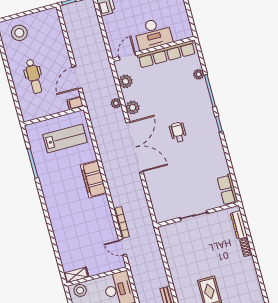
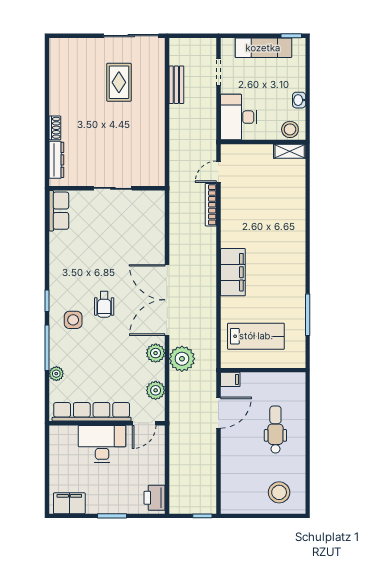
plant: (116, 103) -> (182, 359), width x1.87, depth x1.87
side table: (197, 115) -> (73, 320), added
lab bench: (65, 138) -> (256, 336), turned 180
door: (122, 247) -> (218, 172), swing flipped

